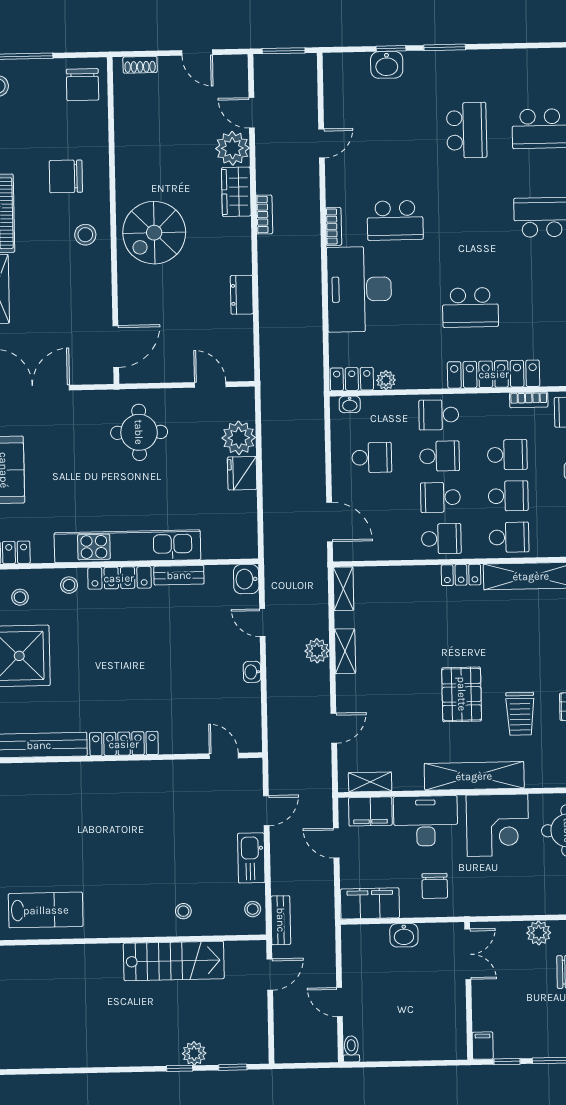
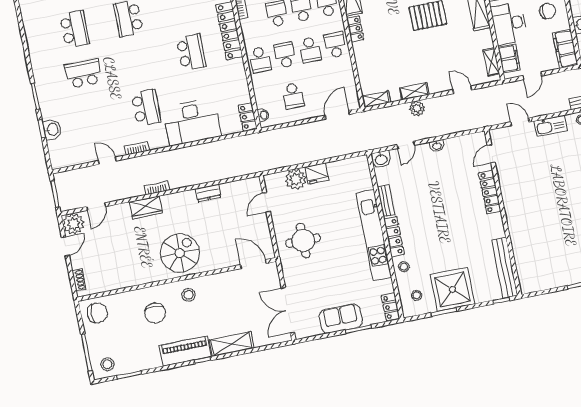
plant: (232, 148) -> (73, 224), moved
bookcase: (334, 226) -> (137, 148), moved
spiral stairs: (154, 233) -> (180, 253), turned -90
plant: (386, 380) -> (244, 96), removed
school desk: (372, 458) -> (293, 96), turned 180
locker: (124, 744) -> (490, 192), moved

